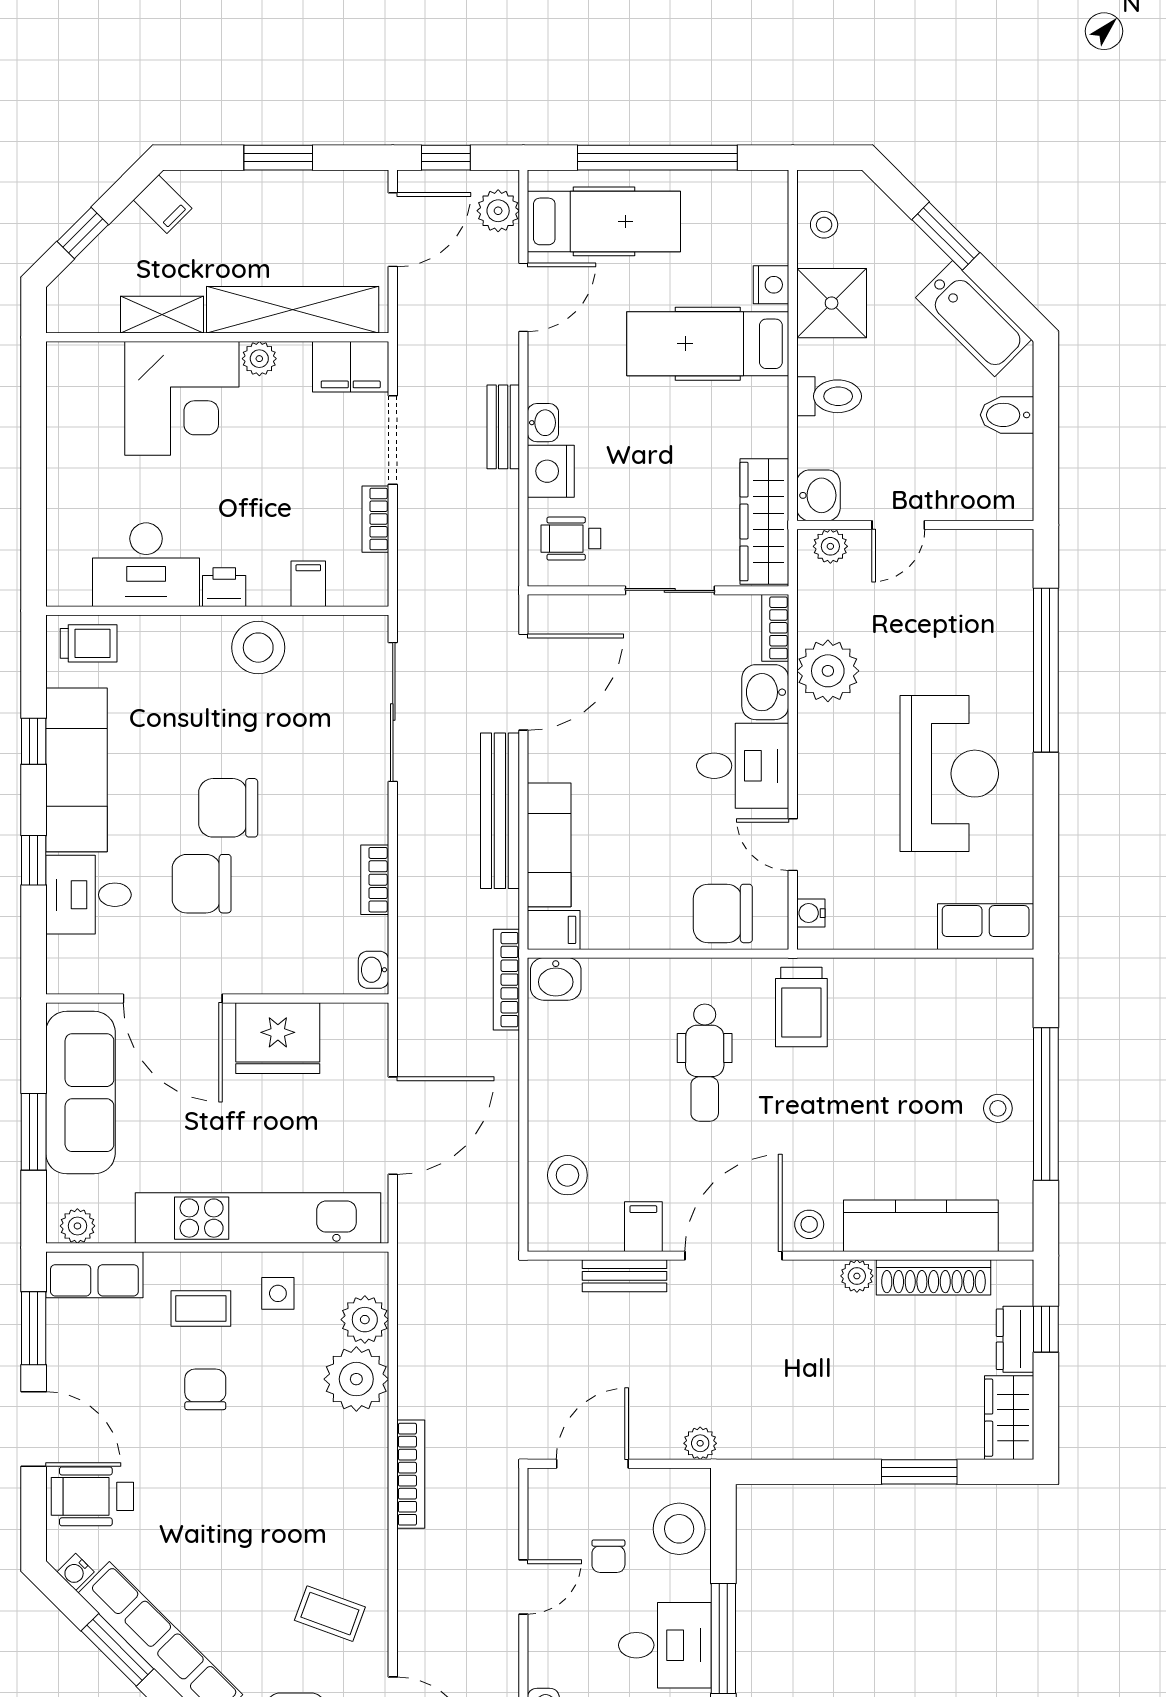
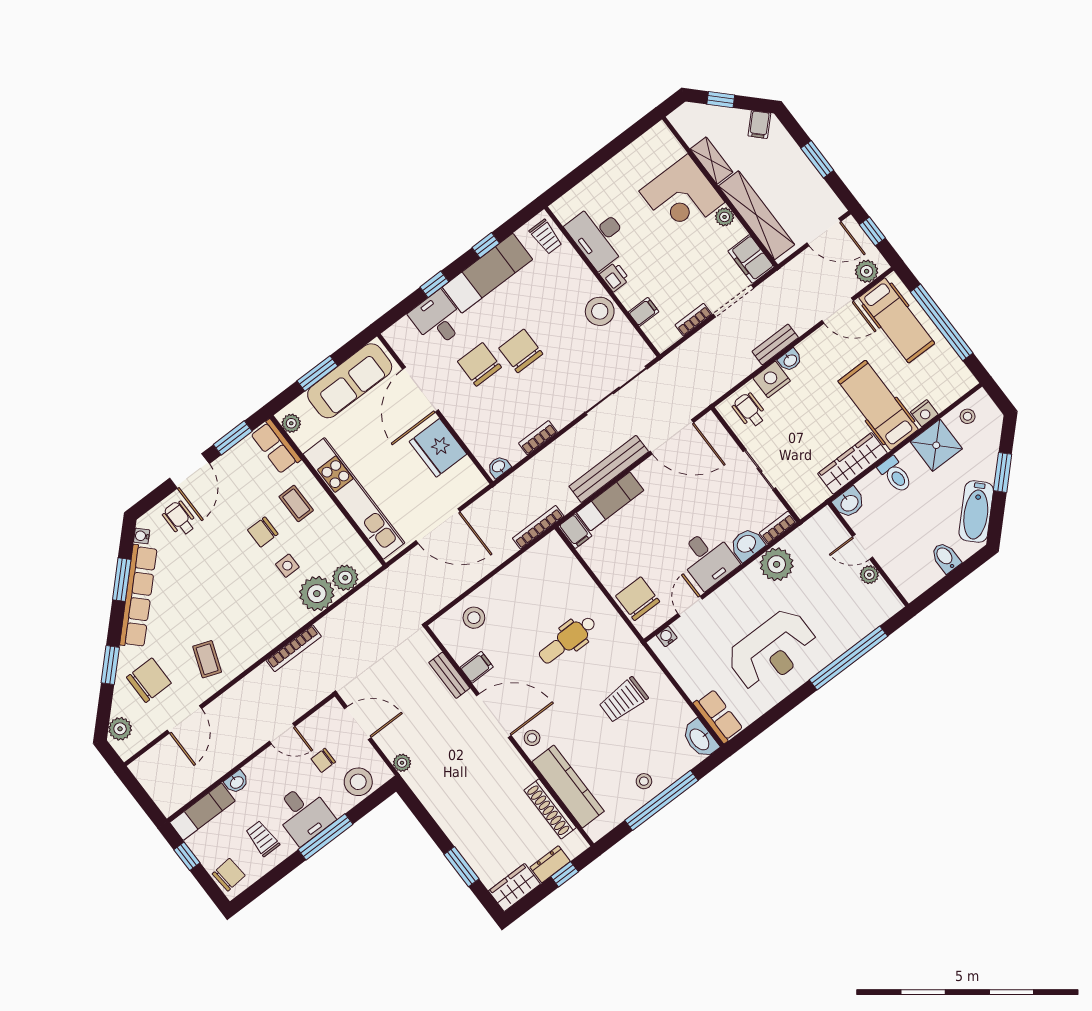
wardrobe: (764, 522) -> (852, 463), moved
plant: (830, 546) -> (869, 575), moved
washbasin: (556, 979) -> (700, 739), moved, width x1.38
trolley: (801, 1007) -> (623, 700), moved
plant: (857, 1276) -> (525, 775), removed
side table: (278, 1293) -> (287, 566), moved
chair: (205, 1389) -> (263, 532), turned 180
wheelchair: (92, 1496) -> (180, 518), width x0.73, depth x0.73

